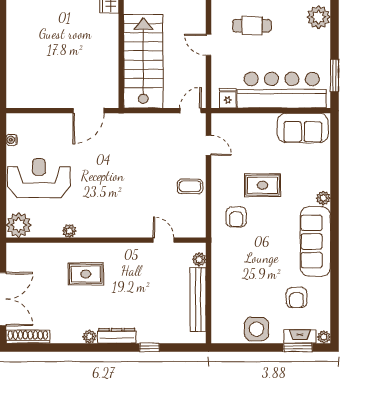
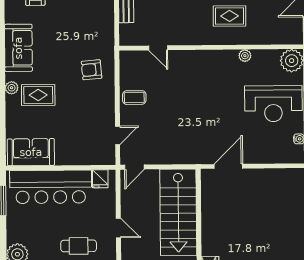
door: (209, 145) -> (118, 135), swing flipped
rug: (263, 185) -> (38, 95), moved
armchair: (236, 217) -> (92, 70), turned -95
sofa: (315, 241) -> (18, 48), width x0.73
plant: (199, 259) -> (125, 30), removed

